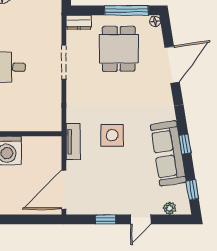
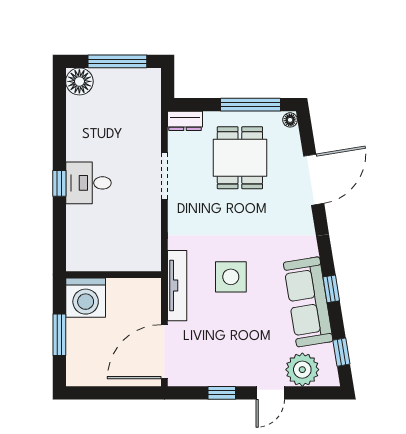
tv unit: (73, 142) -> (177, 286), width x1.41
plant: (170, 208) -> (302, 370), width x1.88, depth x1.88

